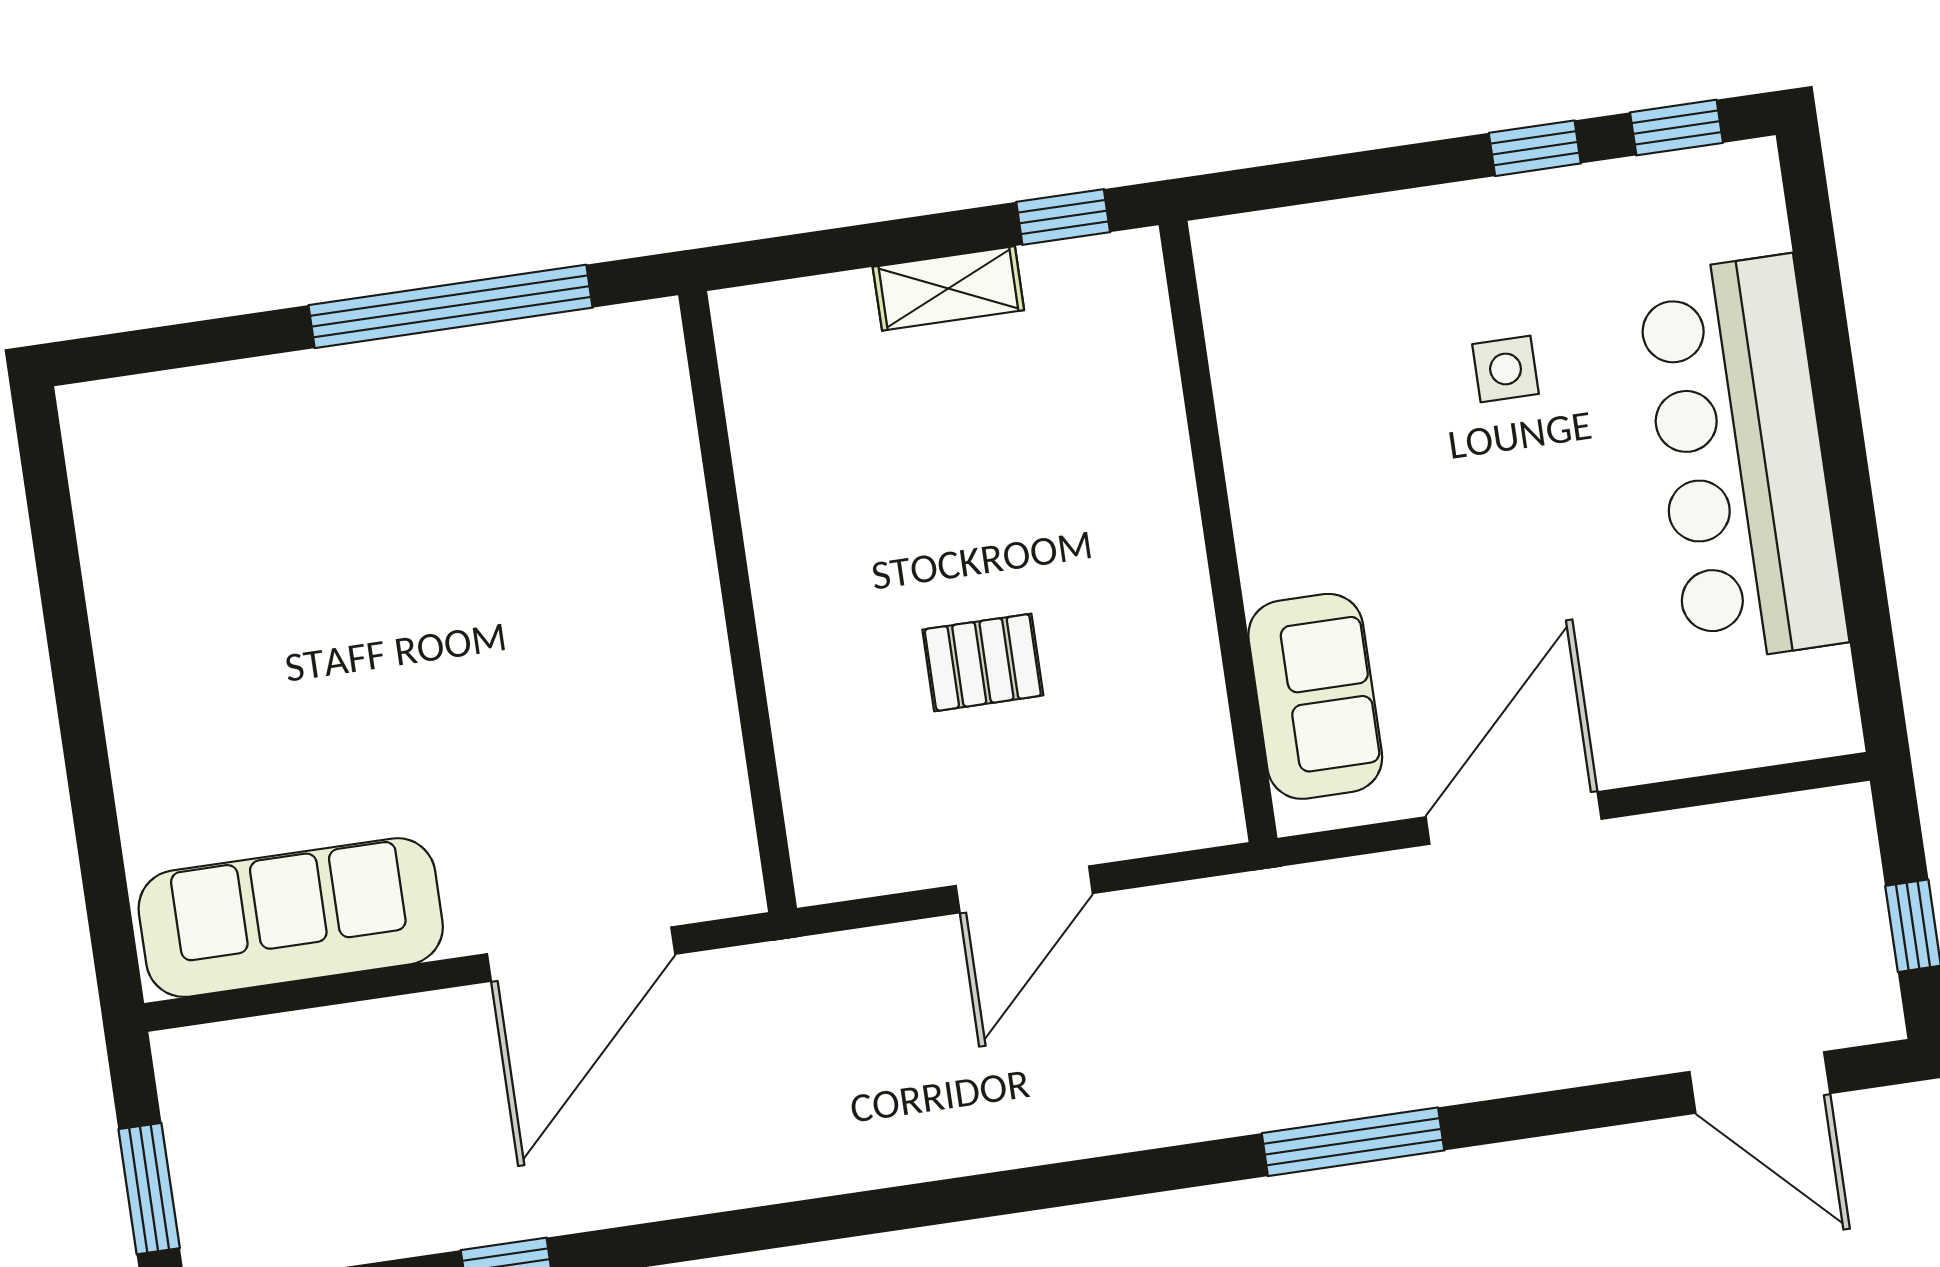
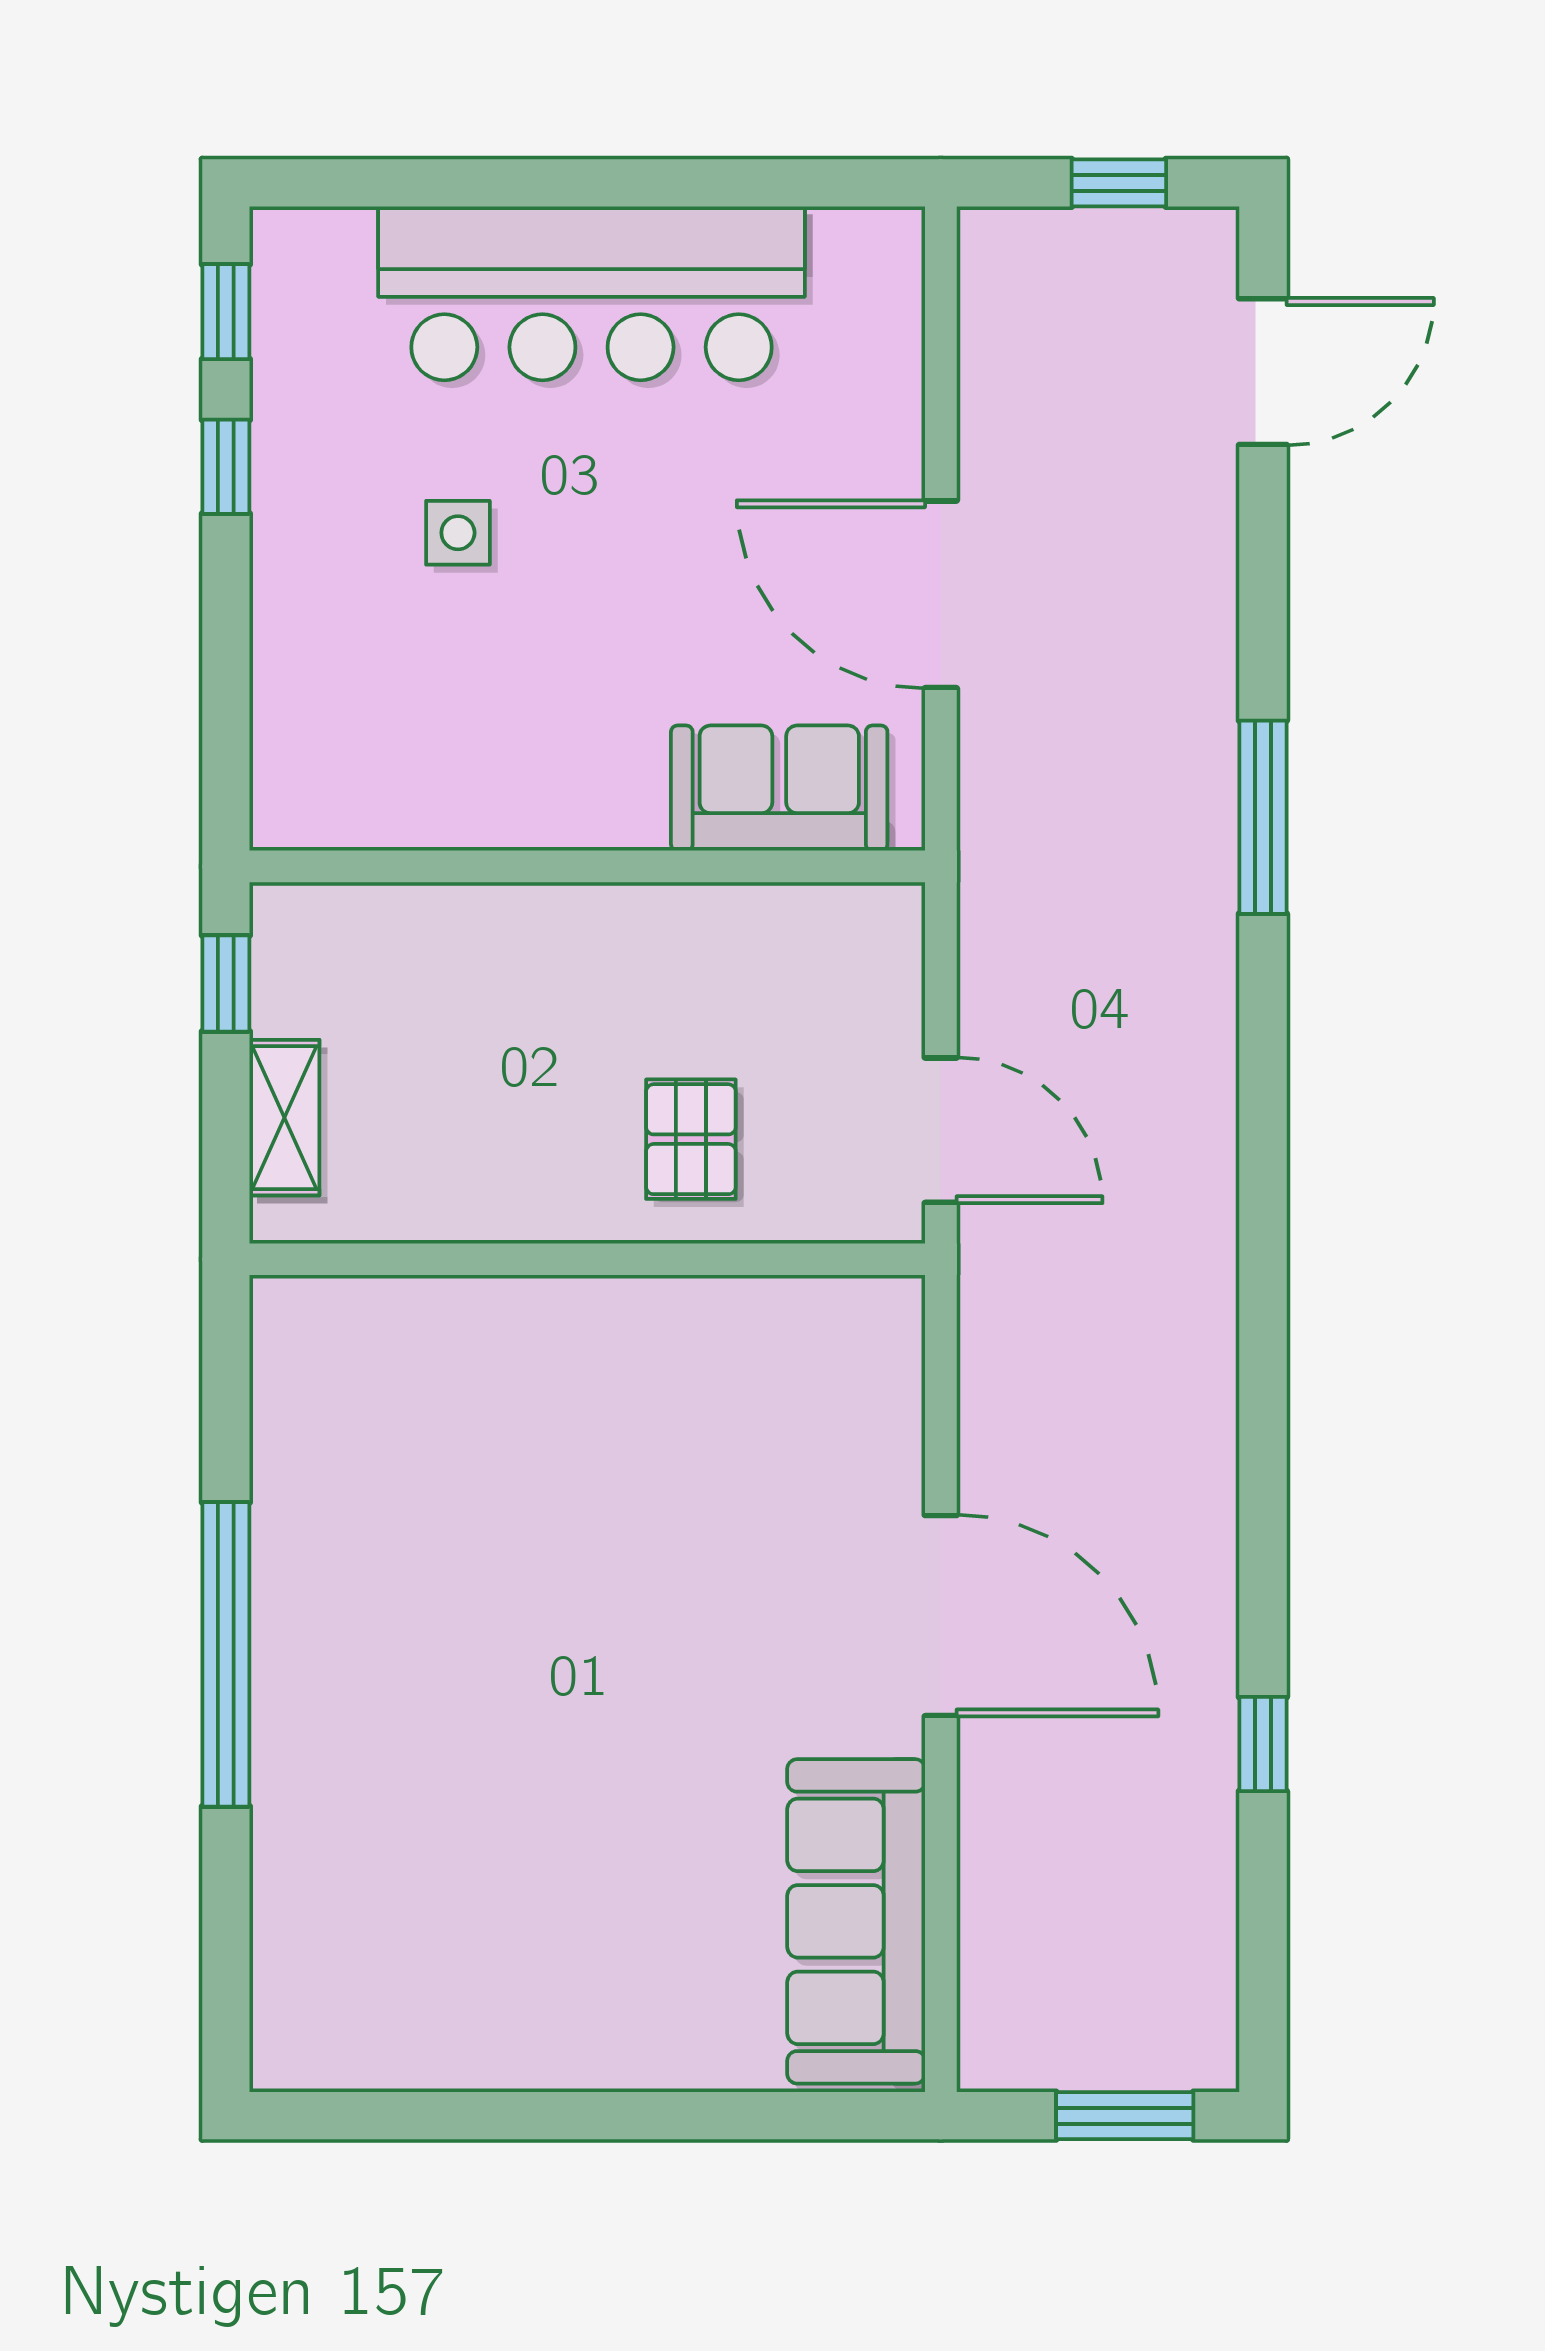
wall: (737, 602) -> (587, 1259), moved

